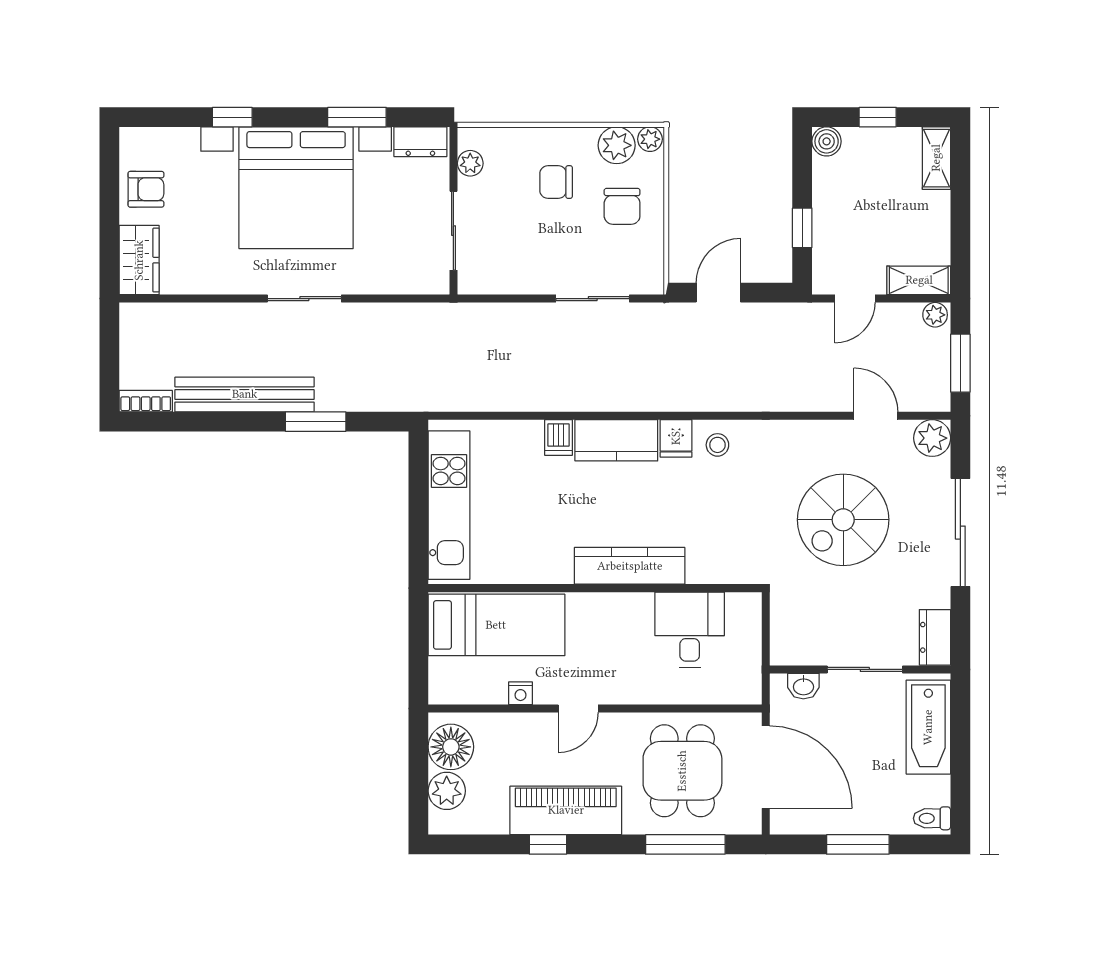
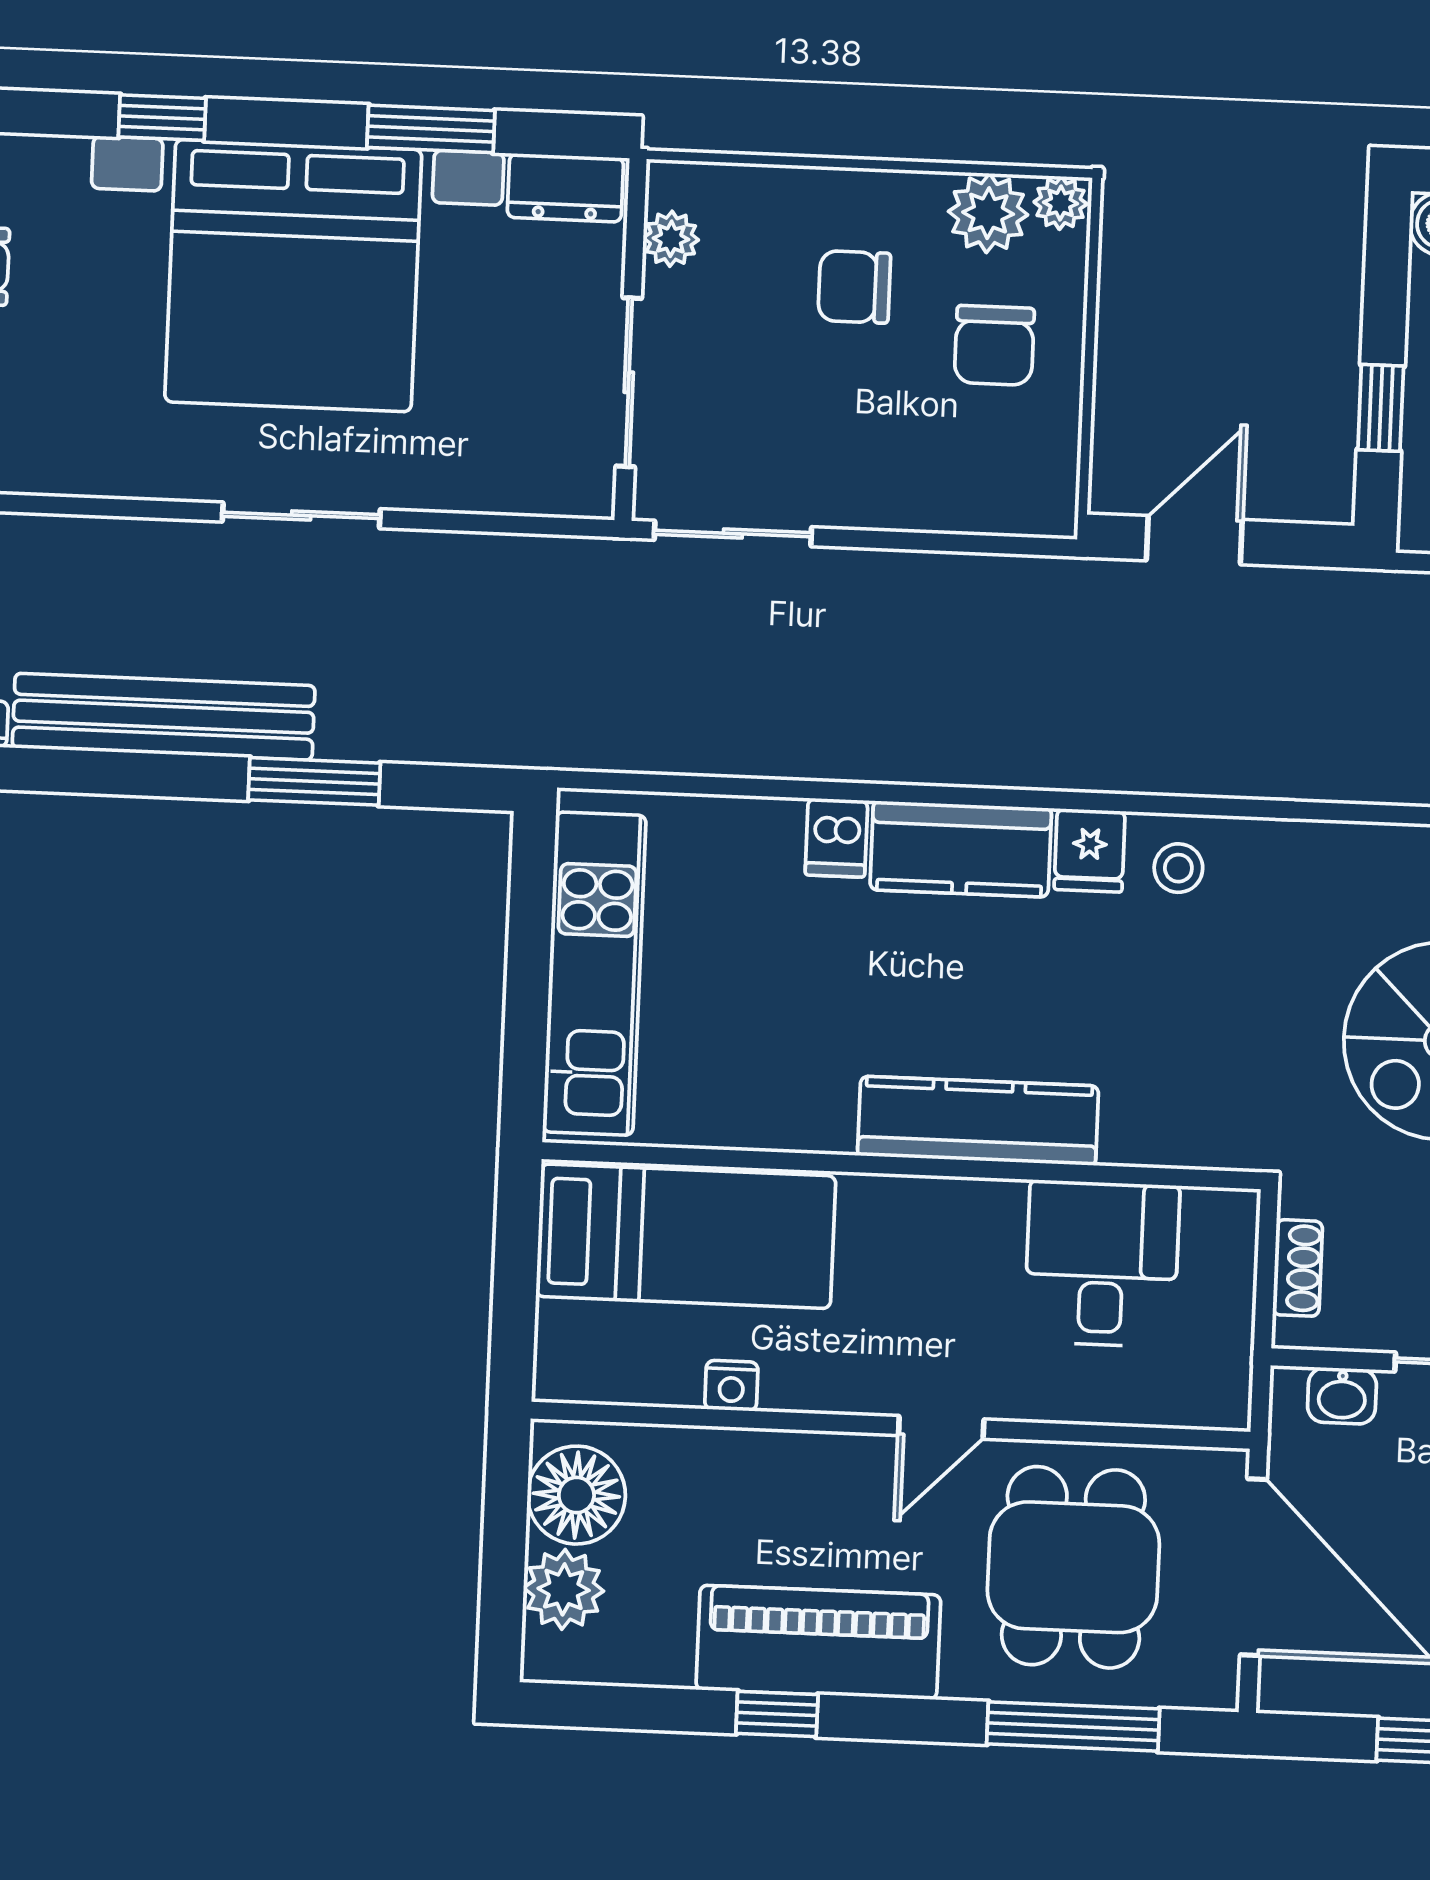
sliding door: (593, 299) -> (733, 534), moved
shoe rack: (780, 628) -> (1298, 1268), added
door: (578, 708) -> (941, 1427), moved

